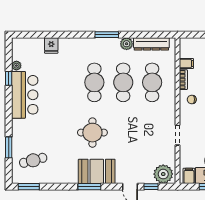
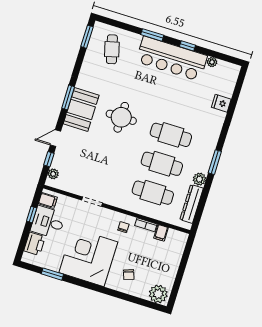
window: (9, 78) -> (188, 46), moved
bar counter: (25, 95) -> (172, 59), width x1.36
window: (9, 147) -> (152, 35), moved
plant: (163, 174) -> (53, 174), width x0.53, depth x0.53

